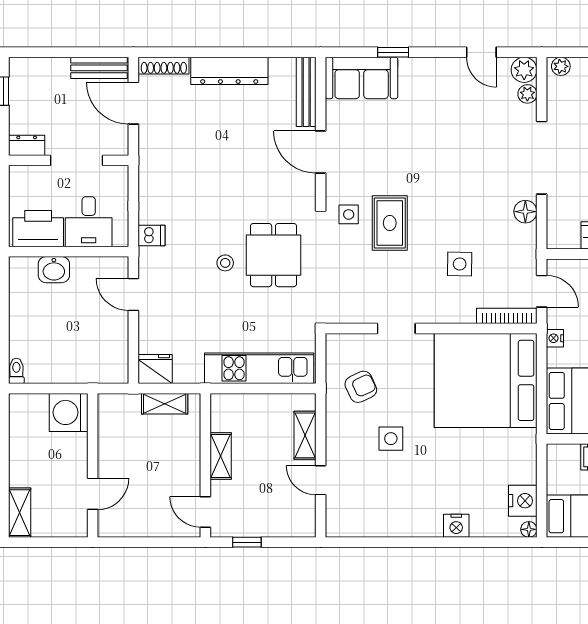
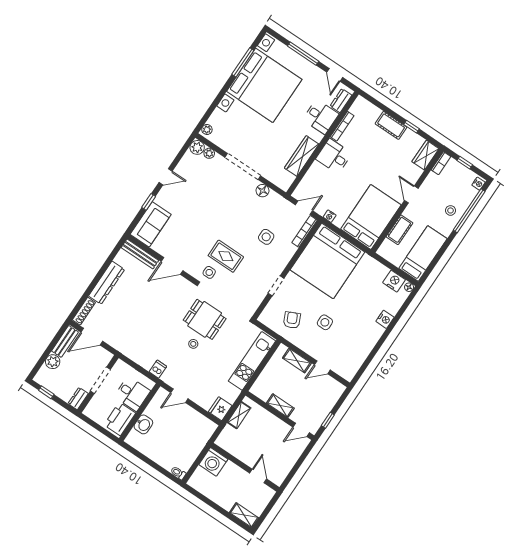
door: (481, 52) -> (166, 177), moved
plant: (56, 70) -> (53, 362), added

